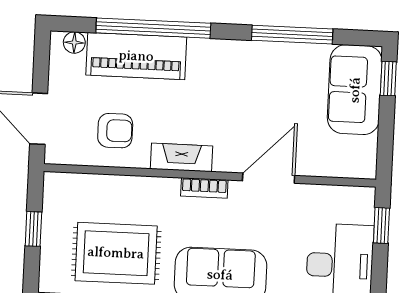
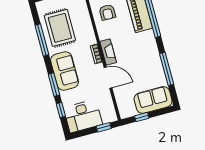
window: (388, 79) -> (142, 117), moved
fireplace: (181, 157) -> (108, 52), moved

